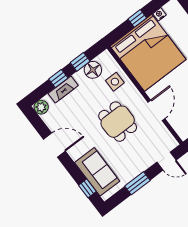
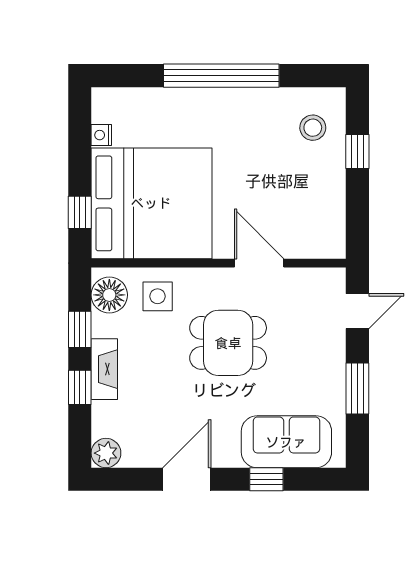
window: (137, 18) -> (80, 212), moved
floor lamp: (93, 70) -> (109, 295), moved
fireplace: (63, 90) -> (104, 369), moved
window: (87, 188) -> (266, 479), moved

